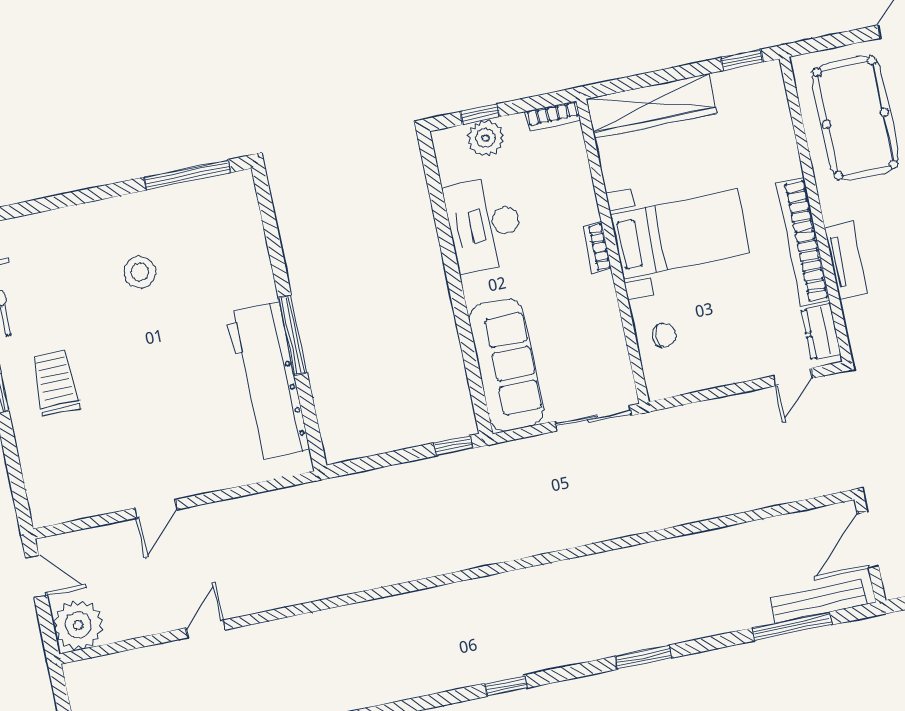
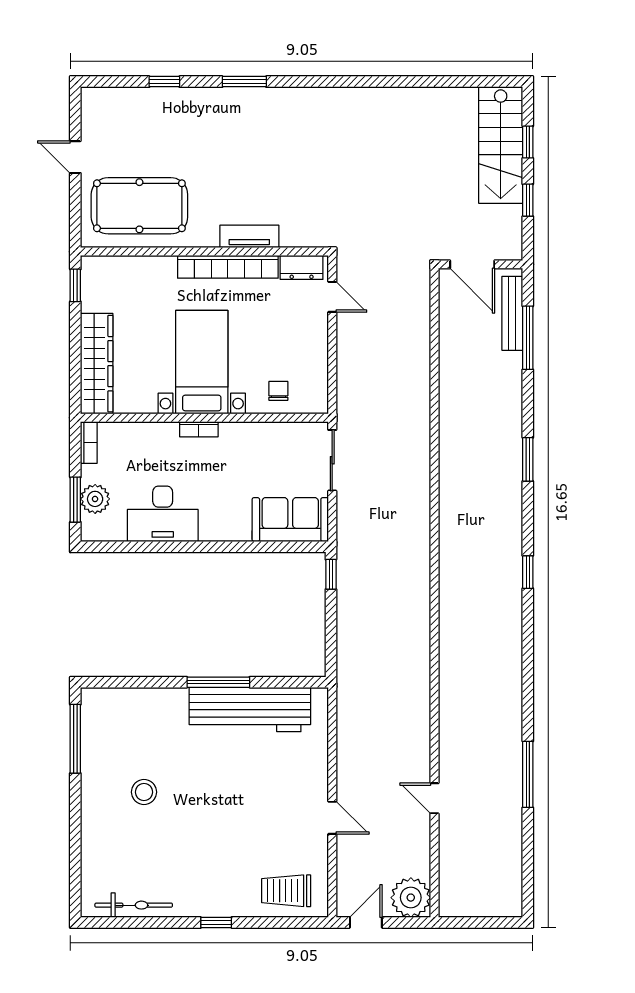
window: (480, 114) -> (75, 500), width x1.50
sofa: (506, 365) -> (290, 520), width x0.73
trolley: (56, 383) -> (286, 891), moved

